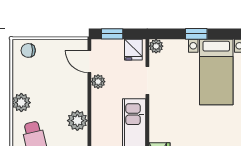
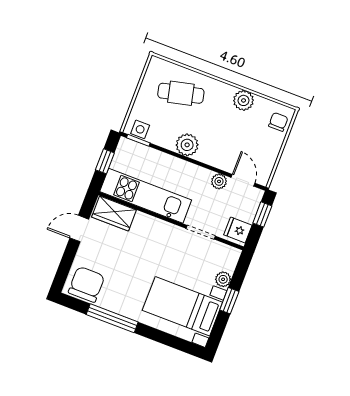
plant: (156, 46) -> (223, 279), moved
door: (89, 61) -> (243, 180), hinge flipped
plant: (21, 103) -> (243, 100), moved

